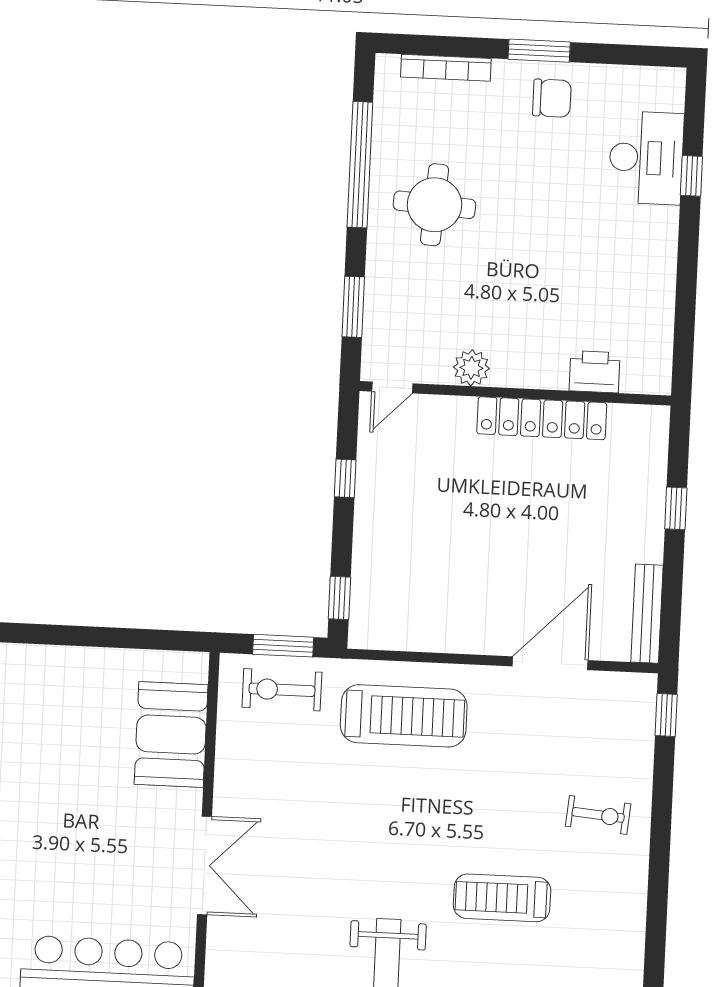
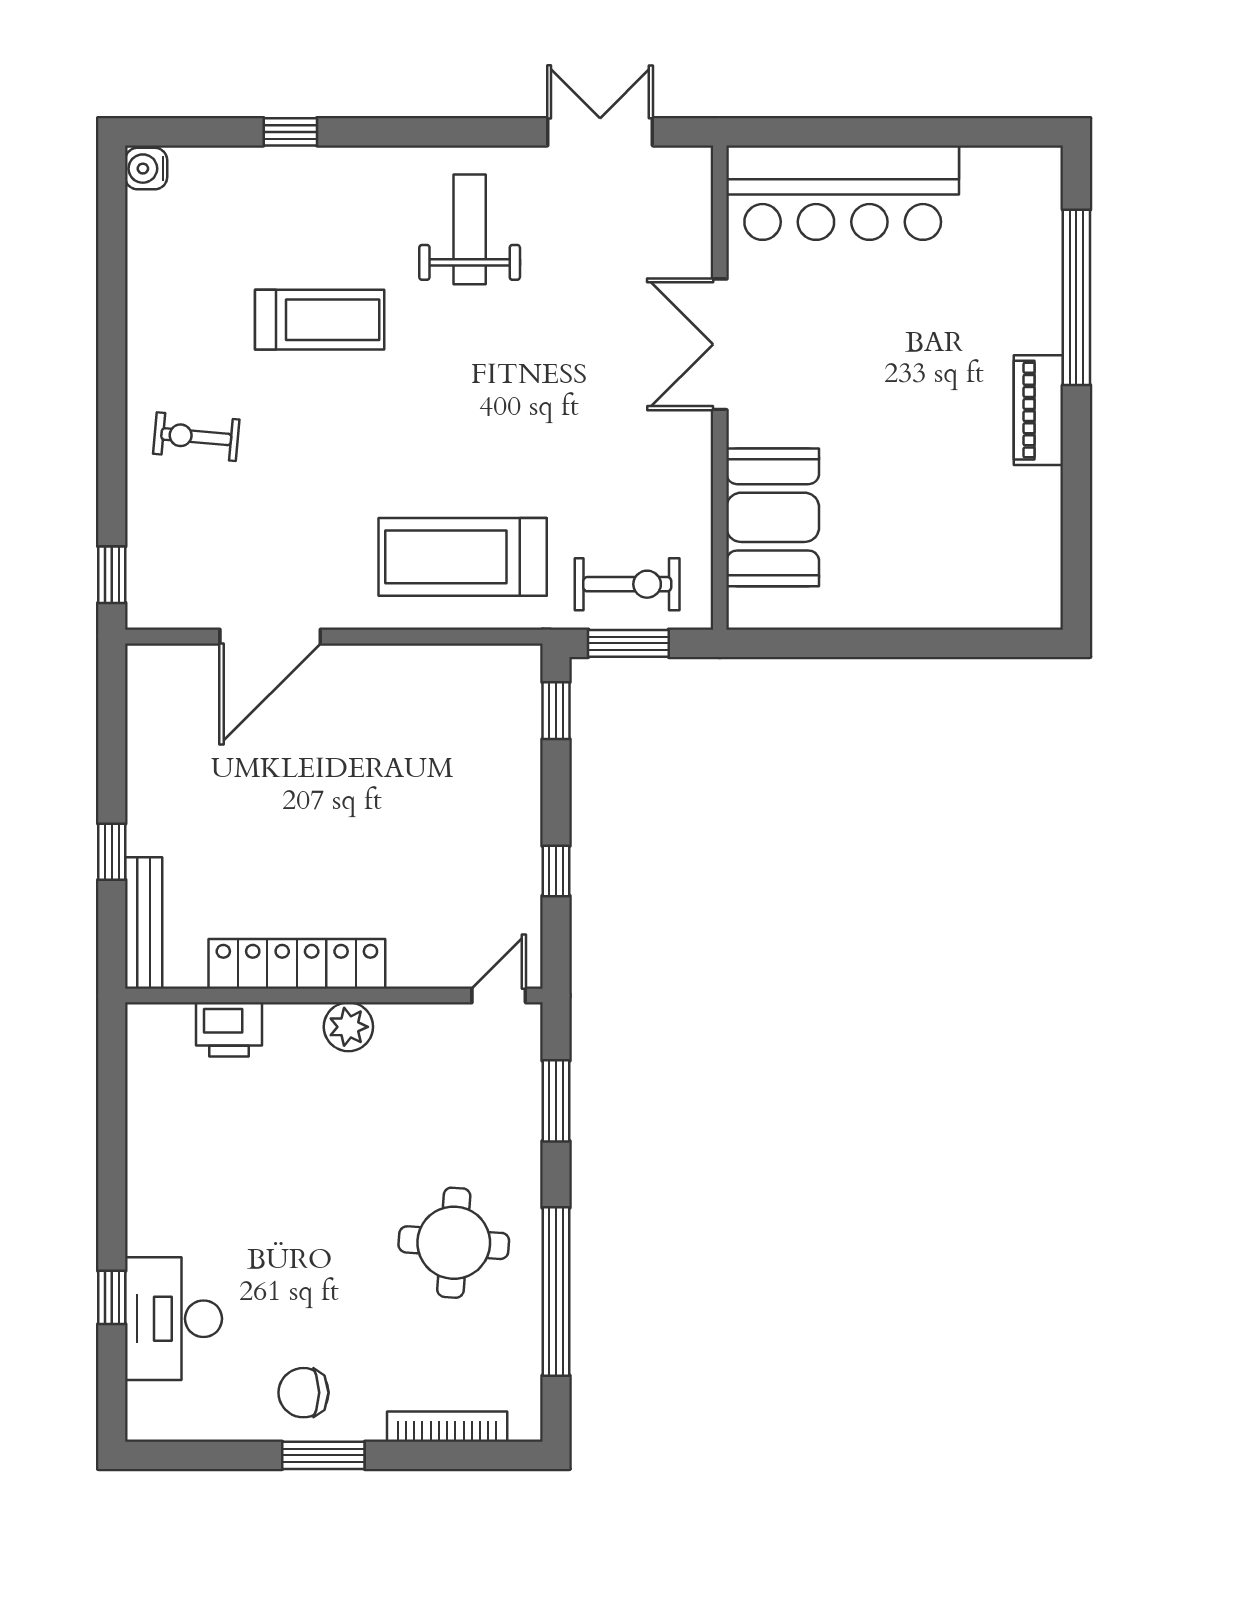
plant: (471, 368) -> (348, 1027), moved
bench: (647, 614) -> (144, 923), moved

